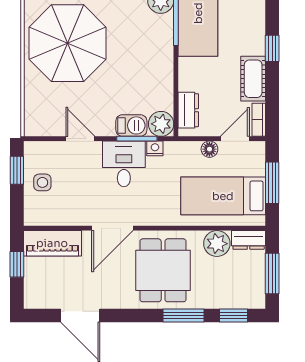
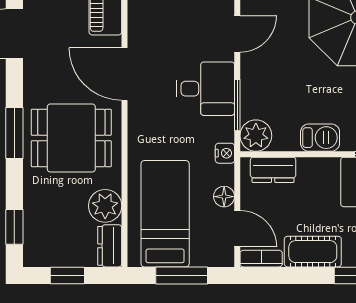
barbecue: (131, 125) -> (320, 138), moved, turned -90
nightstand: (155, 148) -> (225, 153), moved
window: (272, 273) -> (67, 275), width x0.67
window: (184, 315) -> (14, 133), moved

